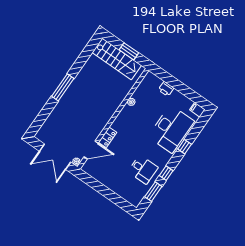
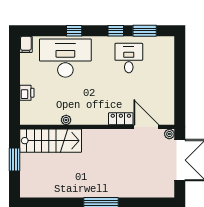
stairs: (117, 59) -> (51, 141), moved, turned 90

